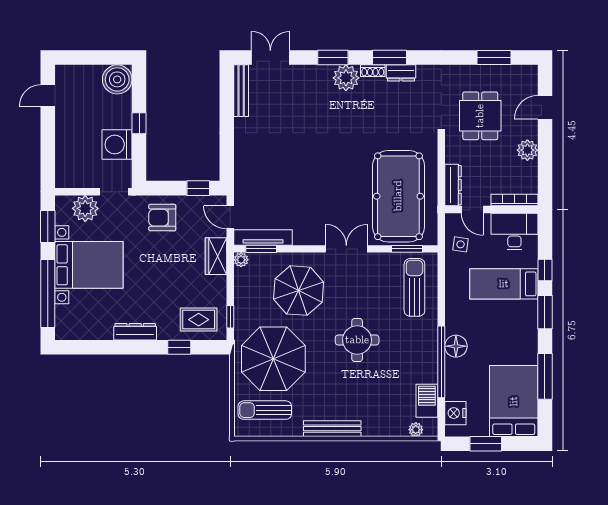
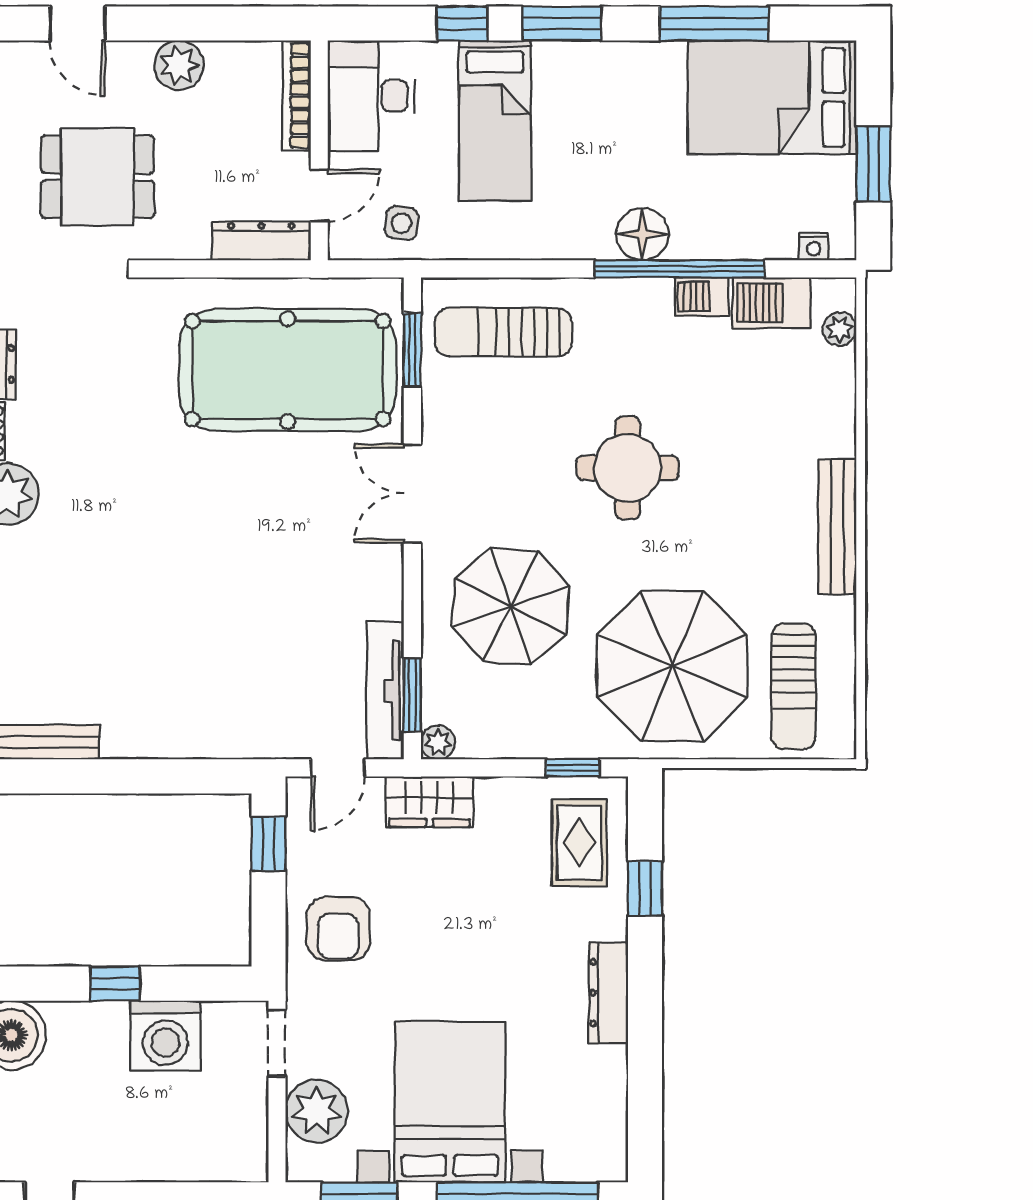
barbecue: (429, 371) -> (702, 297), added
nightstand: (455, 413) -> (814, 246), width x0.53, depth x0.56

